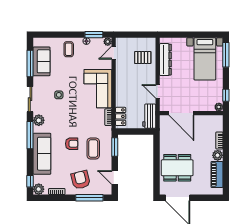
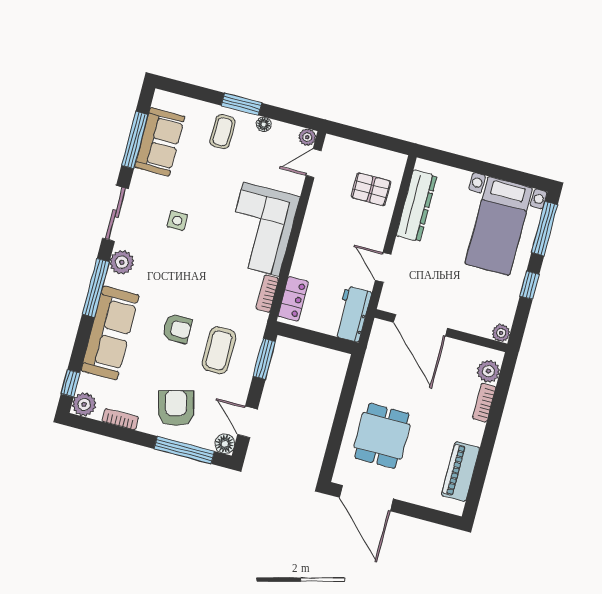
window: (94, 35) -> (242, 104), moved
window: (226, 95) -> (530, 285), moved
plant: (218, 155) -> (488, 371), moved
dining table: (177, 168) -> (382, 436), width x0.73
floor lamp: (107, 190) -> (225, 444), added

